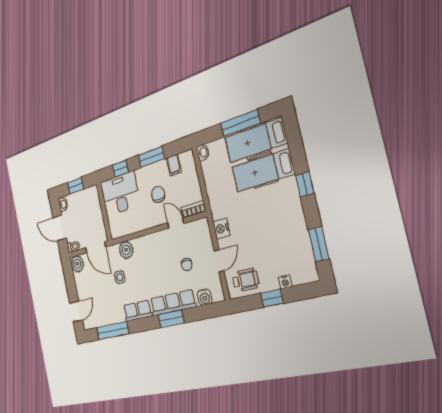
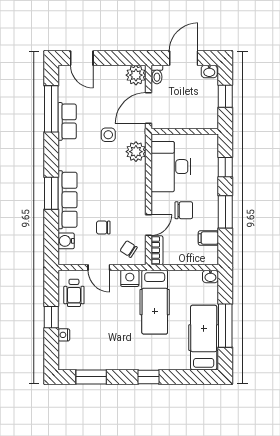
hospital bed: (263, 171) -> (155, 302), moved, turned 180
desk: (120, 194) -> (171, 167), moved, turned 180
chair: (198, 236) -> (129, 249), added
row of seats: (138, 311) -> (67, 121), moved

